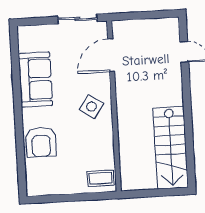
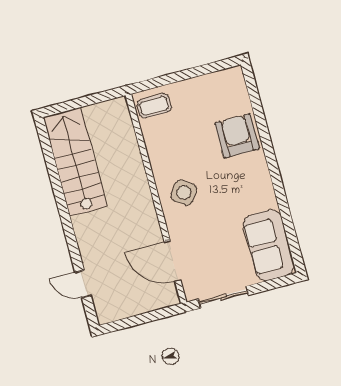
door: (111, 55) -> (173, 261), swing flipped
sofa: (35, 80) -> (269, 245), moved

